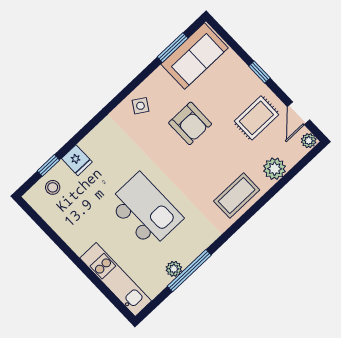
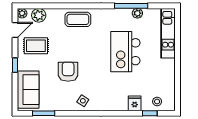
sofa: (195, 56) -> (28, 90), moved, turned 90
plant: (275, 169) -> (39, 15), moved

